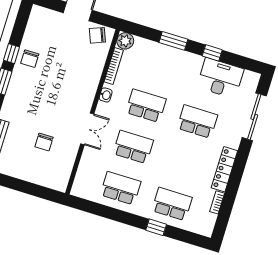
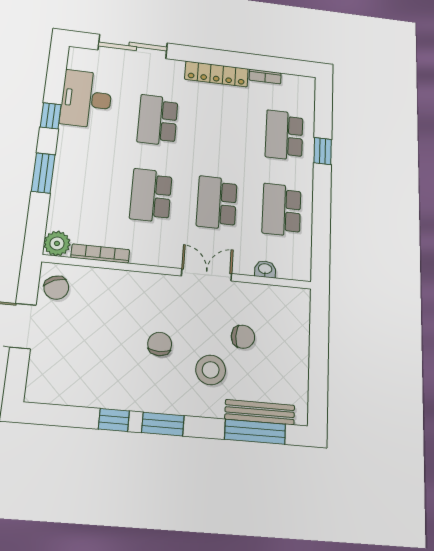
chair: (30, 59) -> (160, 344), moved, turned -90
washbasin: (106, 95) -> (265, 269), moved
stool: (28, 117) -> (211, 370), added

